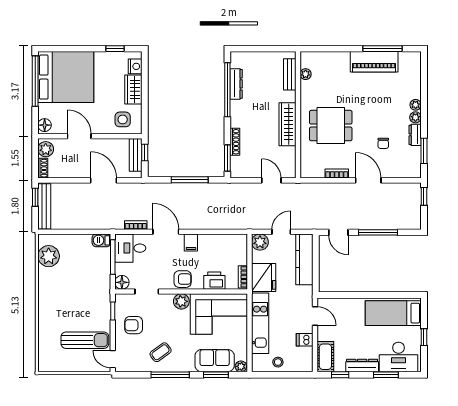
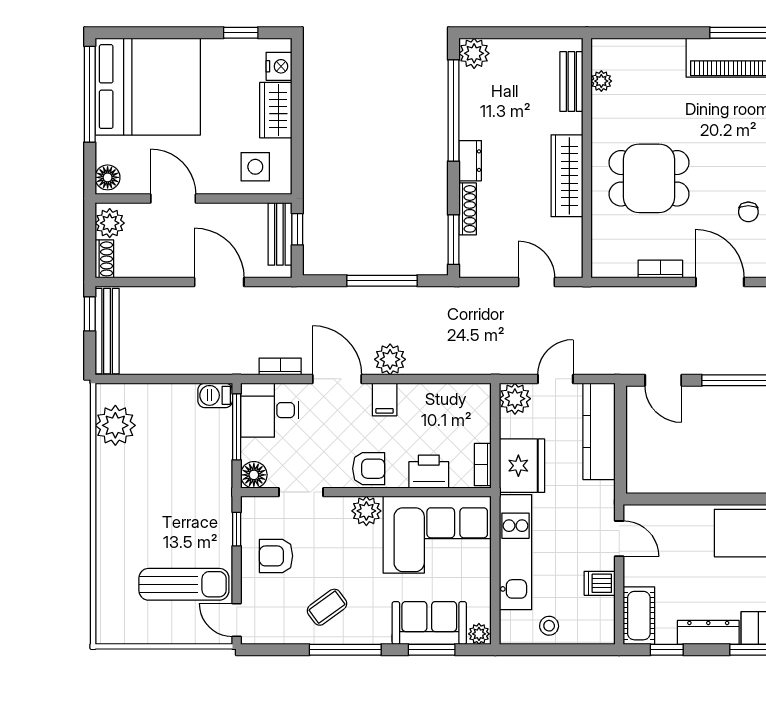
plant: (238, 59) -> (474, 53), added
dresser: (236, 84) -> (470, 161), moved, width x0.70
plant: (194, 221) -> (390, 359), added

